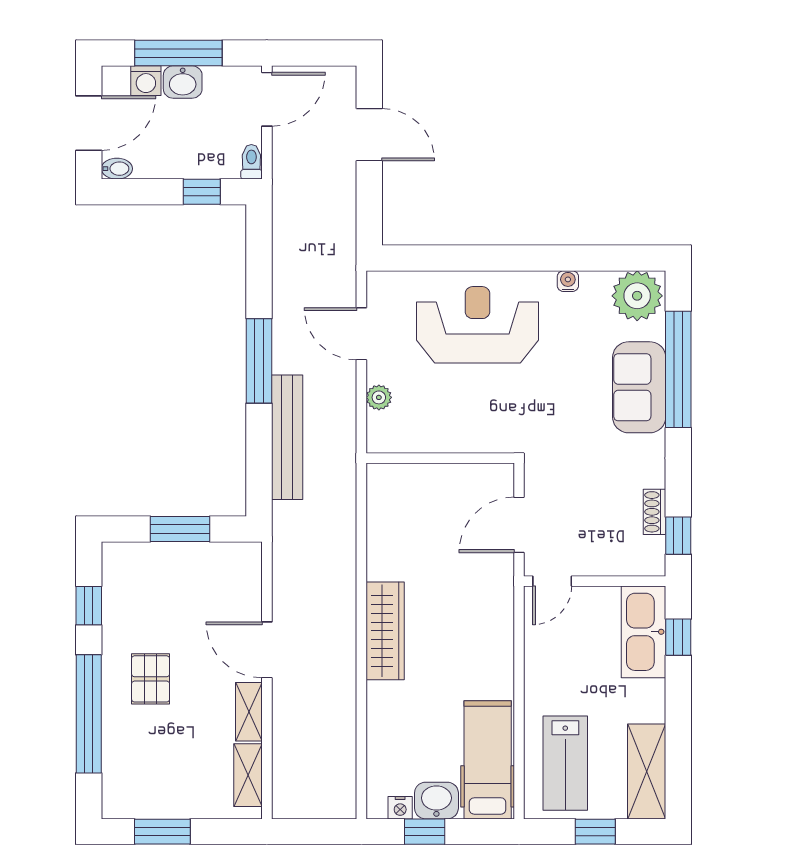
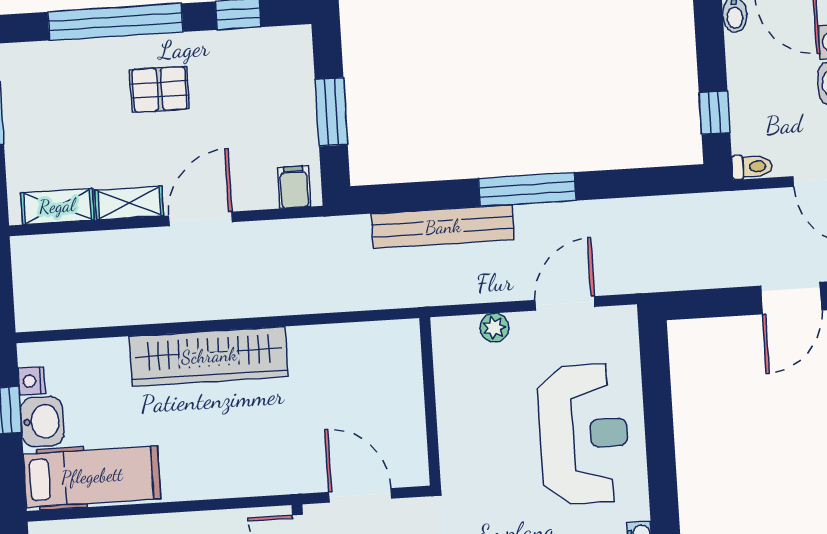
filing cabinet: (244, 566) -> (294, 187), added
wardrobe: (385, 631) -> (209, 356), width x1.40, depth x1.17

